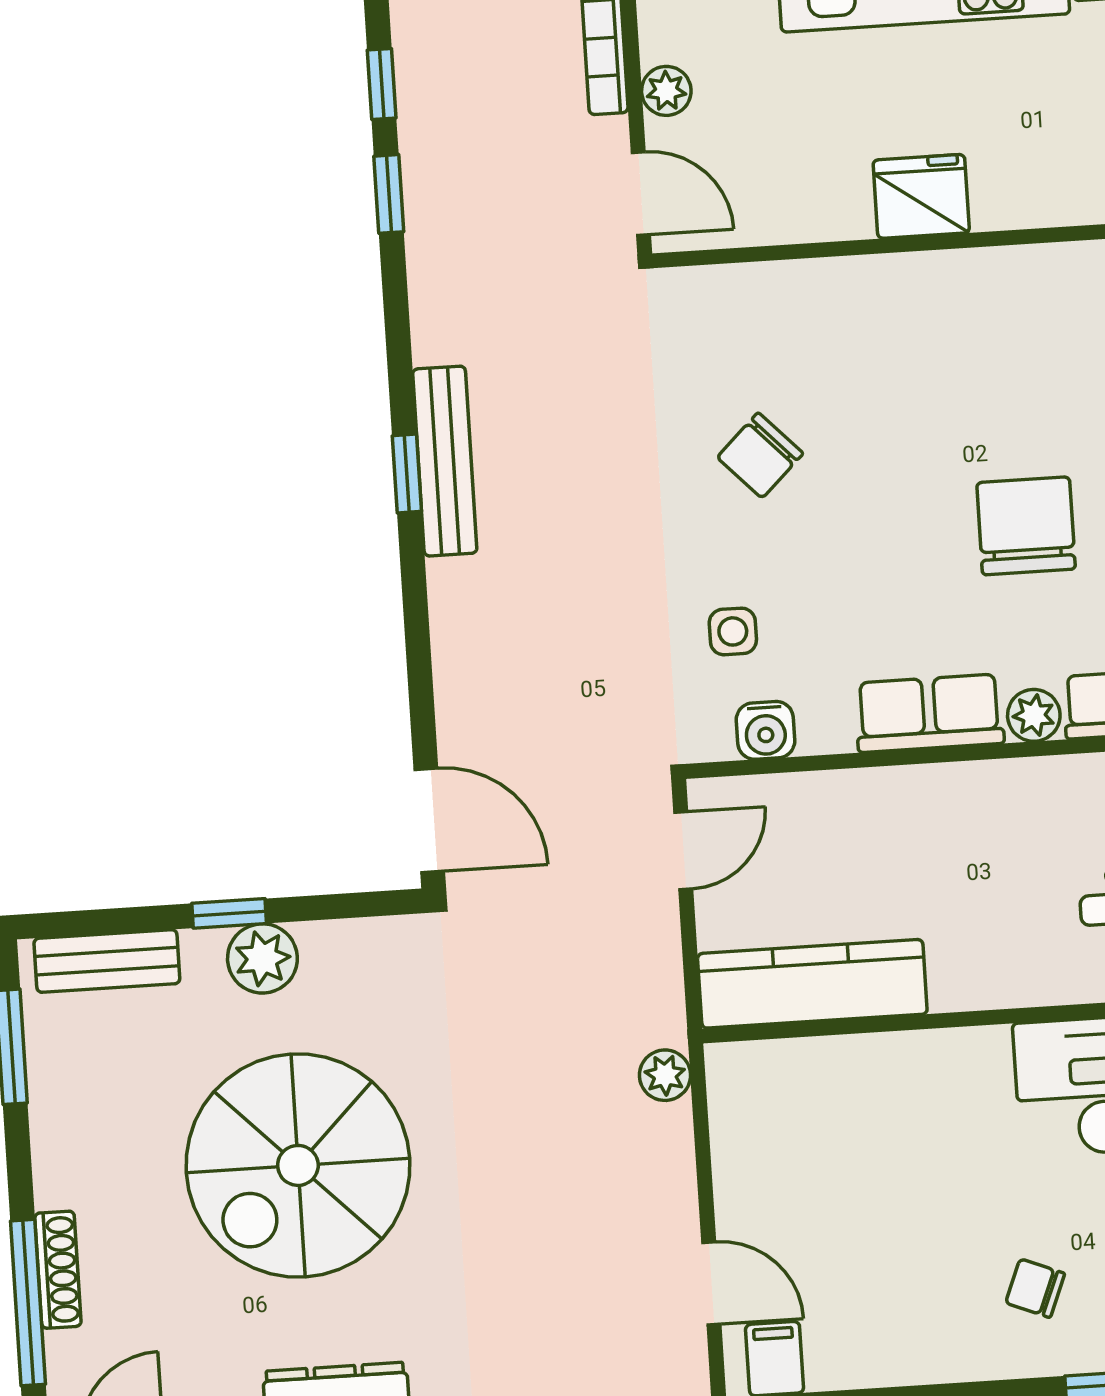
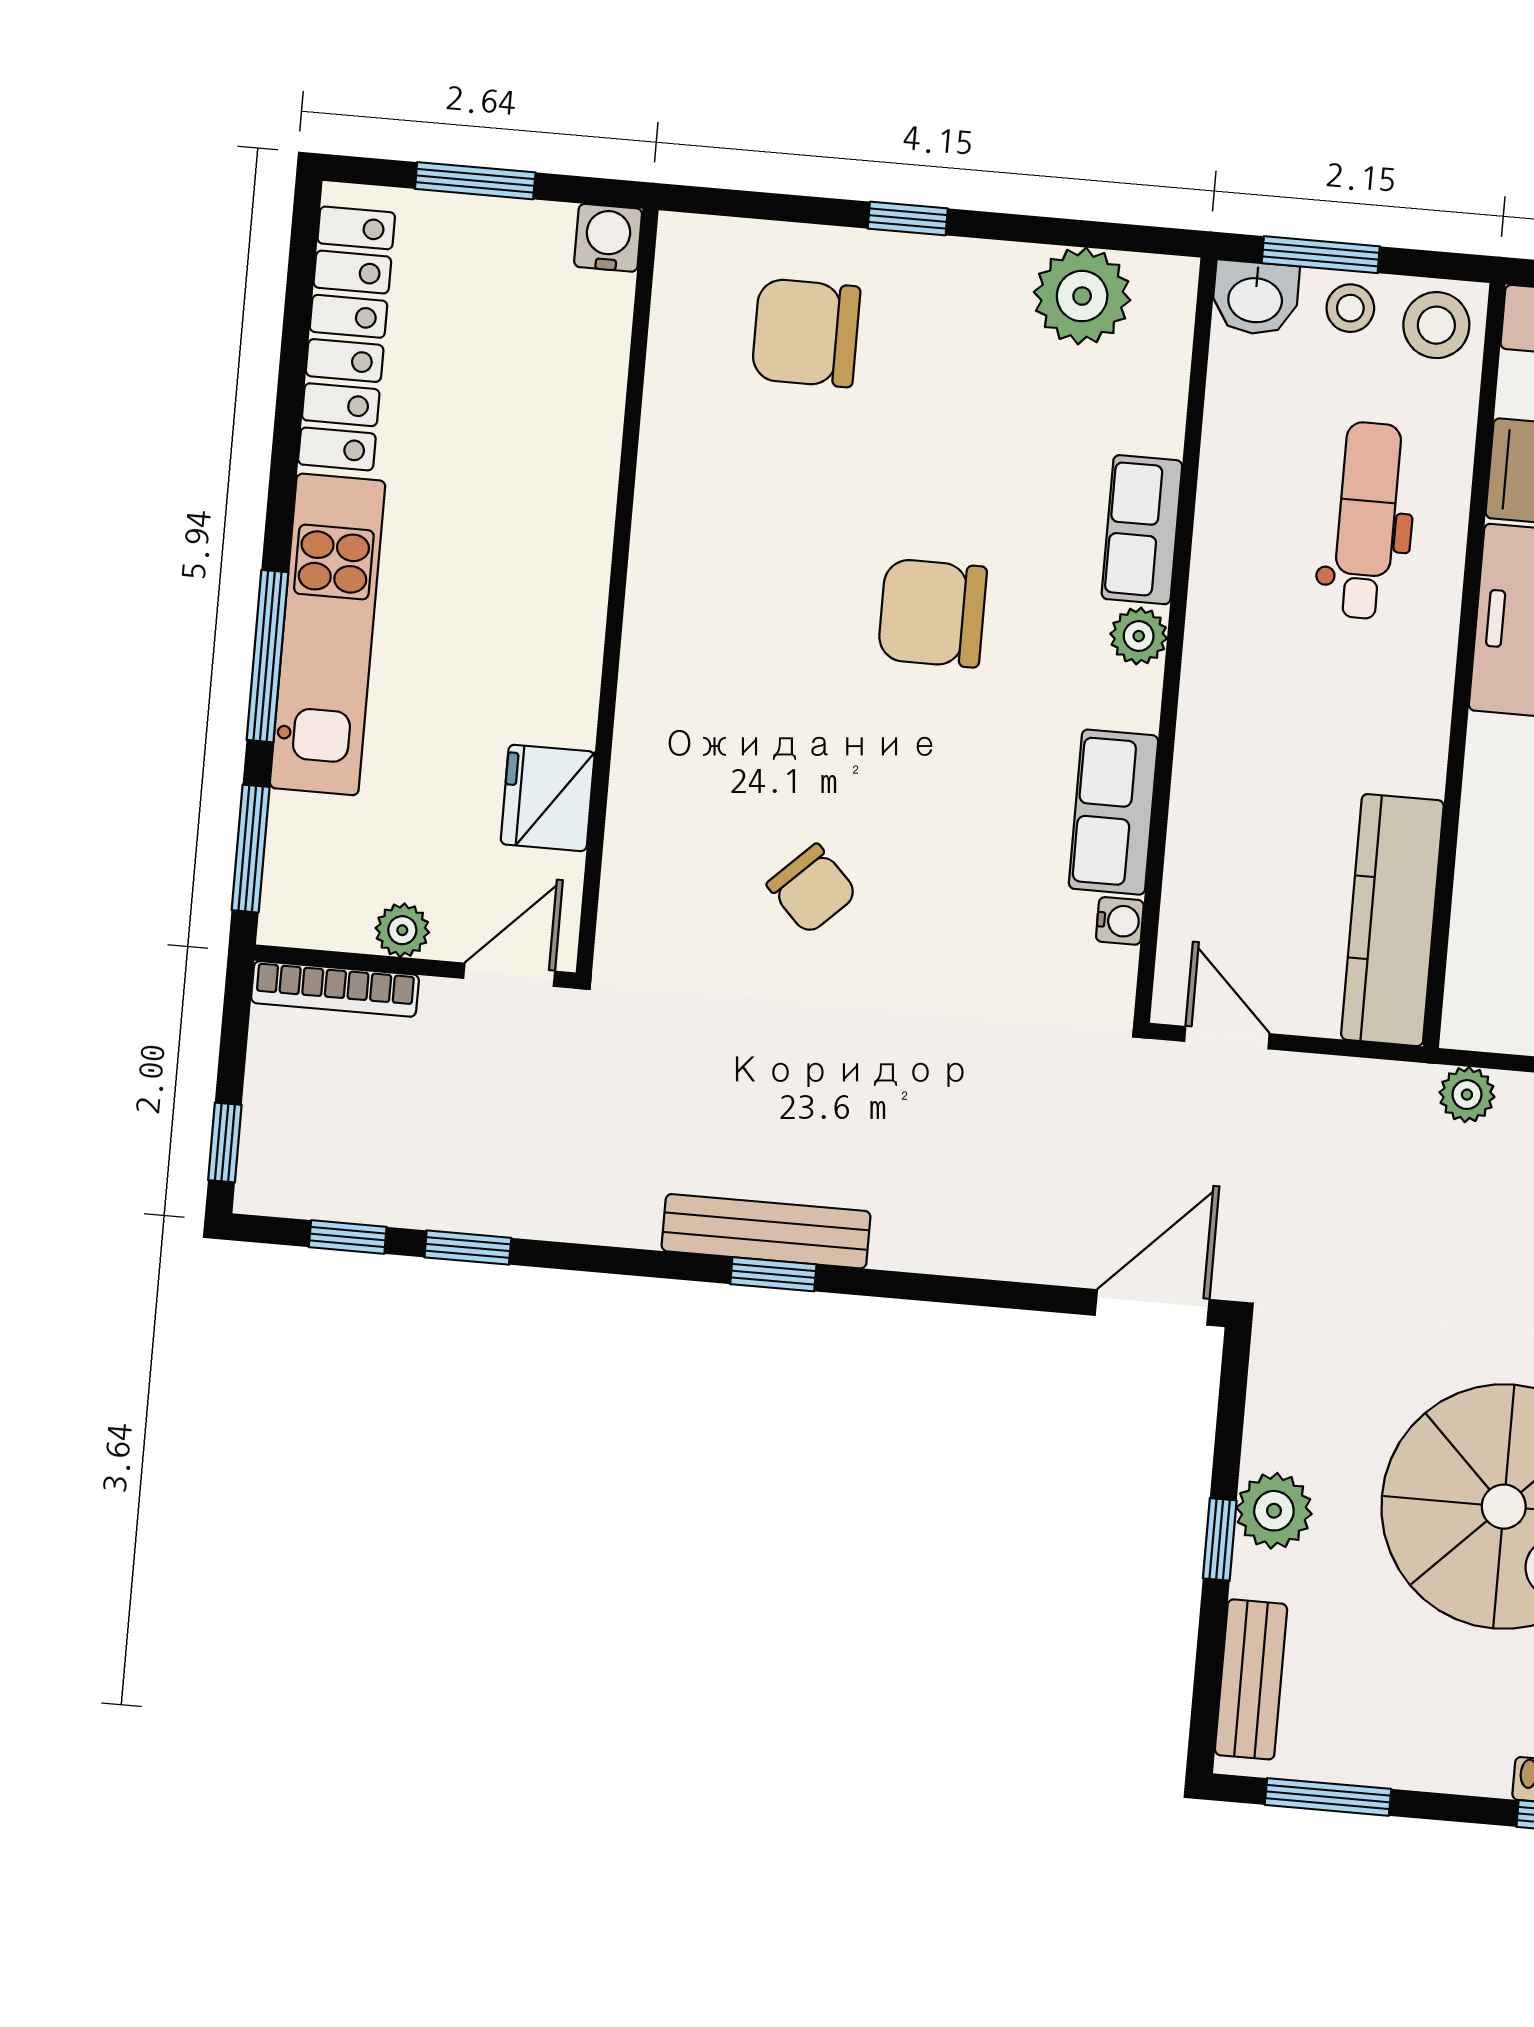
fridge: (921, 196) -> (548, 798), moved
side table: (733, 631) -> (998, 948), removed
row of seats: (929, 713) -> (1114, 812), moved
water cooler: (766, 730) -> (1120, 921), width x0.72, depth x0.72

